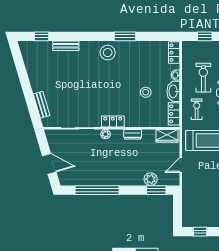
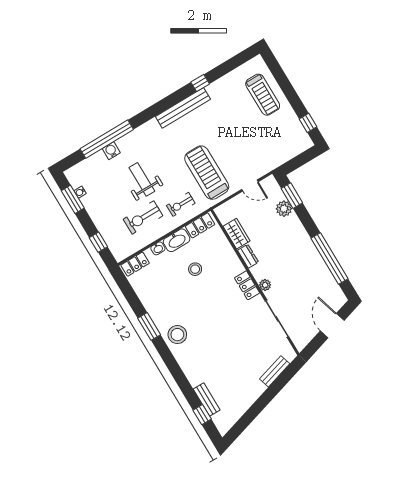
bench: (66, 46) -> (207, 400), moved
wardrobe: (167, 136) -> (237, 234), moved

